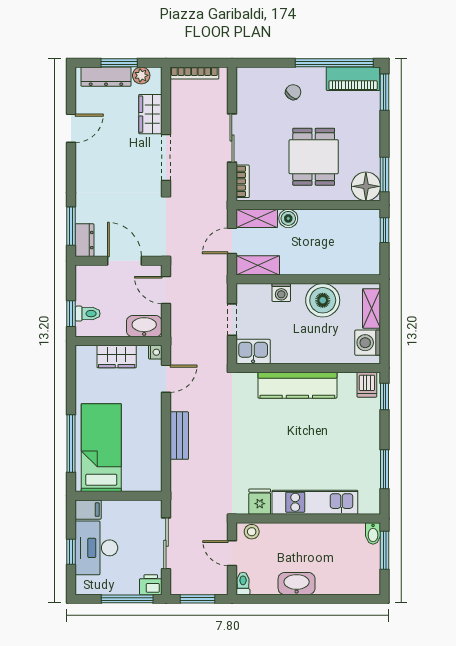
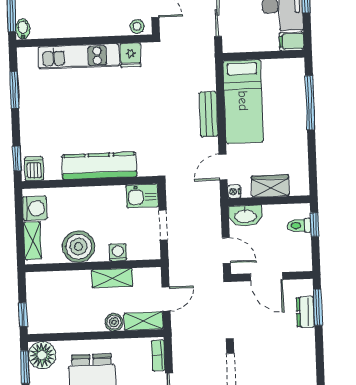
dresser: (85, 240) -> (305, 312), moved
shelving: (258, 265) -> (112, 278), moved
bed: (101, 448) -> (243, 101), moved

